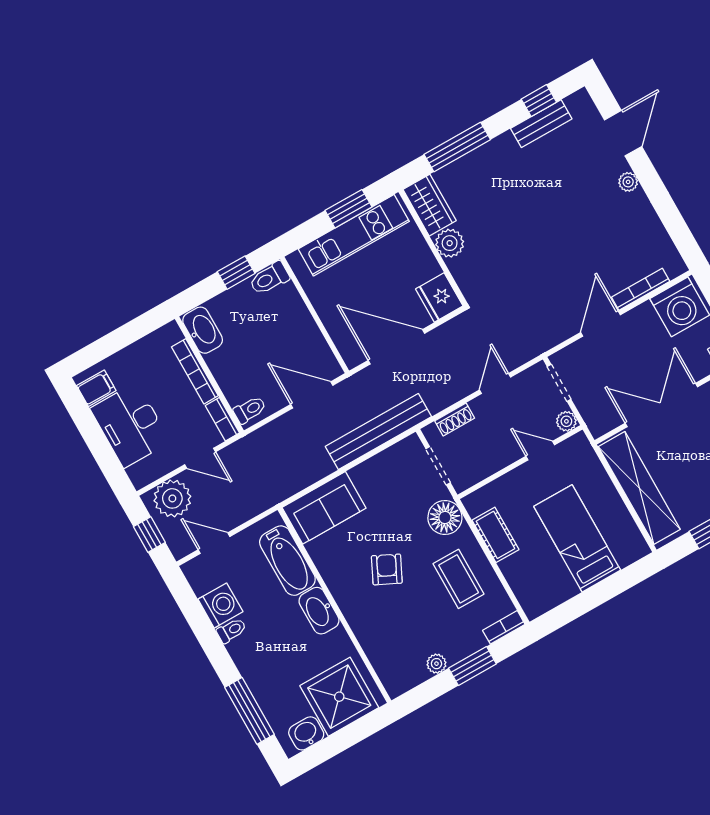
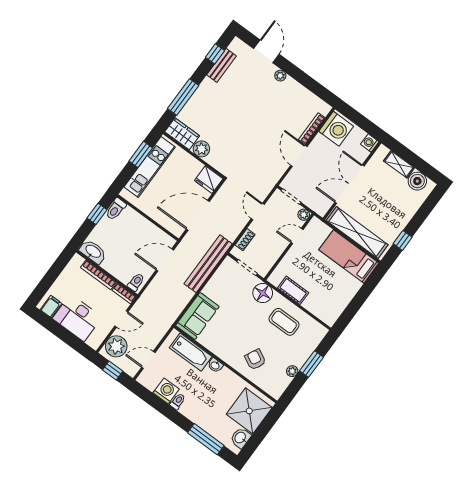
bed: (577, 538) -> (349, 256), moved
armchair: (387, 569) -> (255, 360), moved
washbasin: (319, 611) -> (215, 365), width x0.52, depth x0.69
bookcase: (504, 627) -> (319, 337), removed

